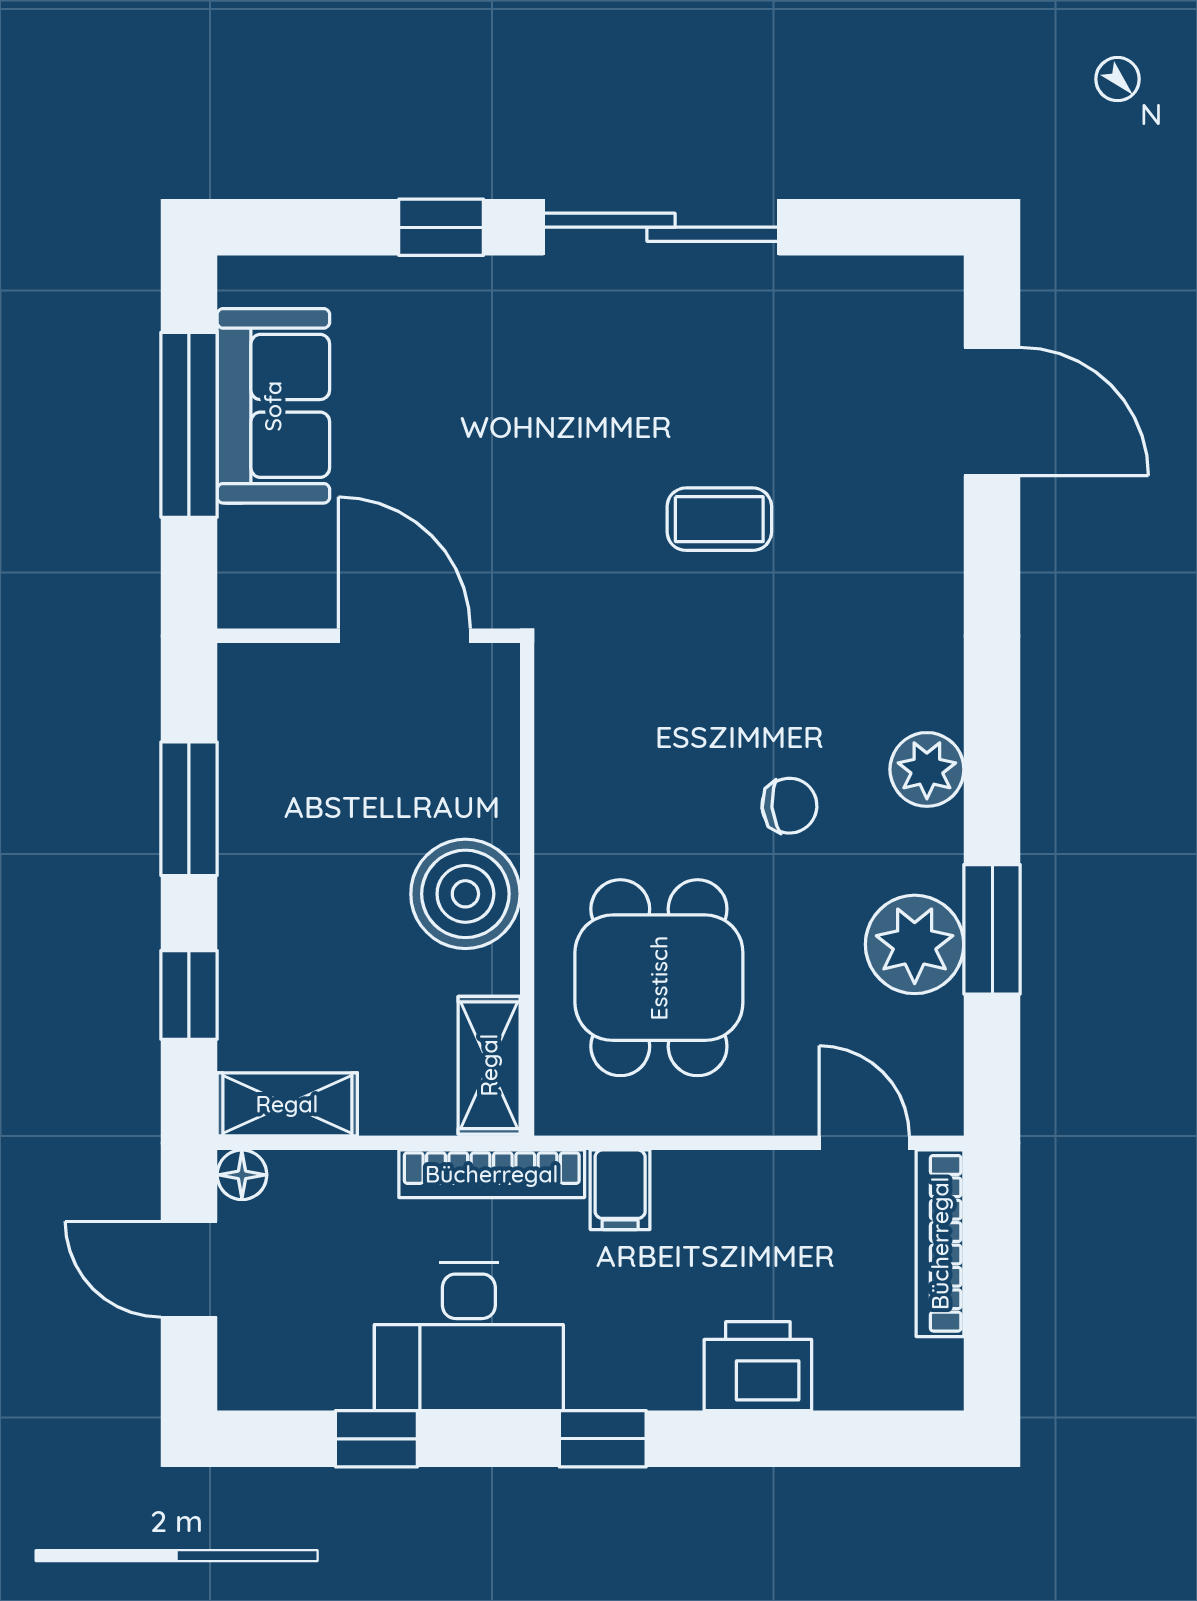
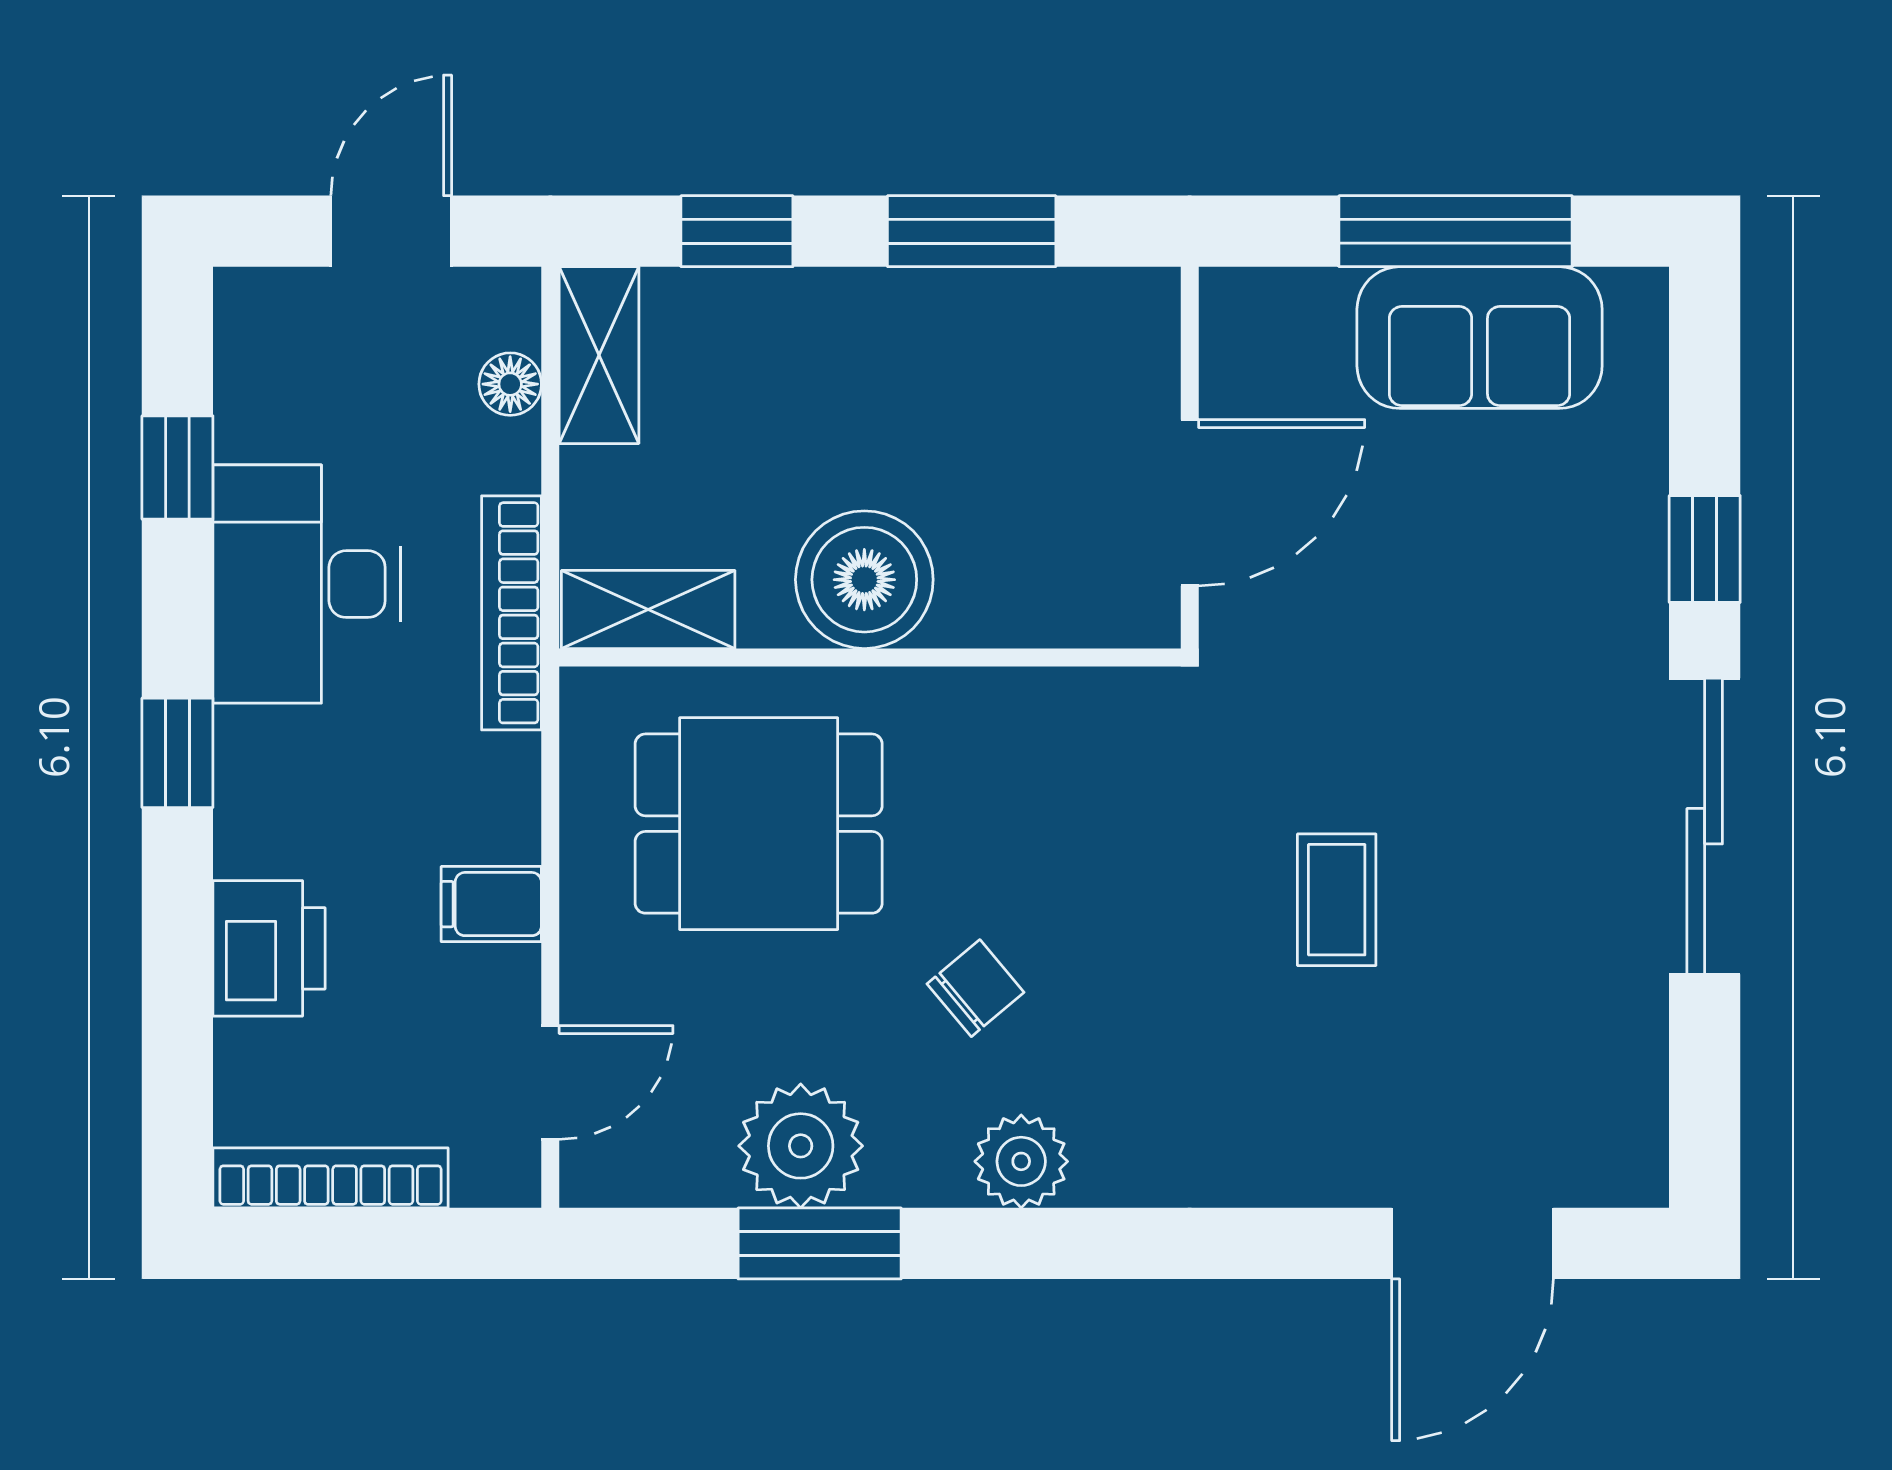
chair: (789, 806) -> (976, 988), turned -125
floor lamp: (242, 1175) -> (510, 384), moved
filing cabinet: (620, 1190) -> (491, 904), moved
bookcase: (940, 1243) -> (330, 1178), moved

